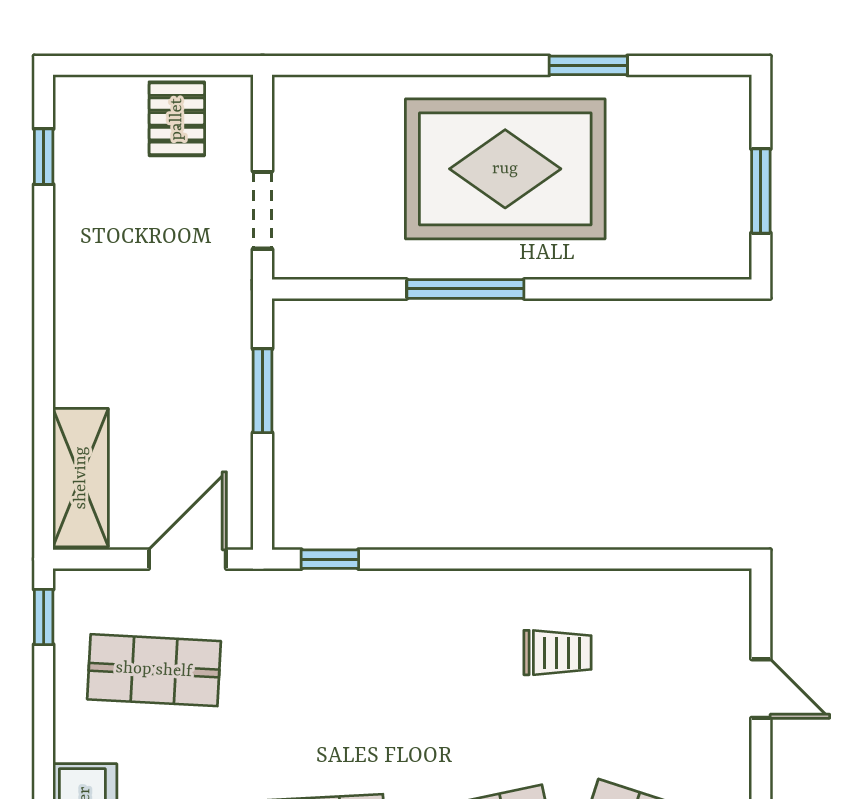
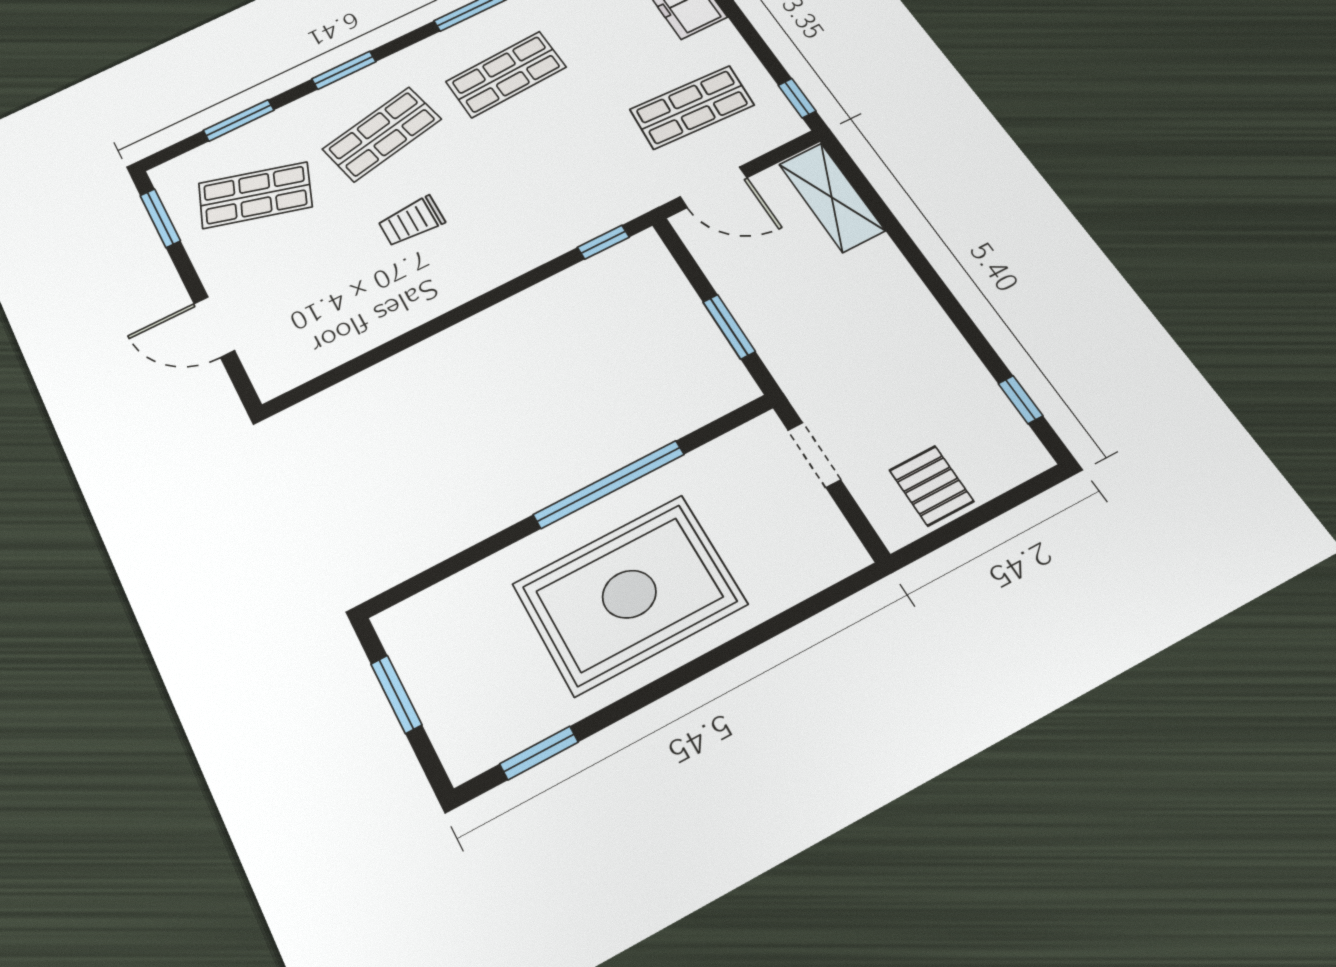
window: (588, 65) -> (539, 753), moved
window: (465, 289) -> (609, 484), width x1.46
door: (187, 559) -> (713, 187), hinge flipped
trolley: (558, 653) -> (411, 221), moved
door: (761, 689) -> (214, 327), width x1.38

